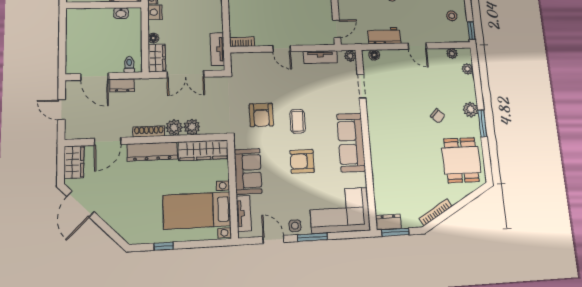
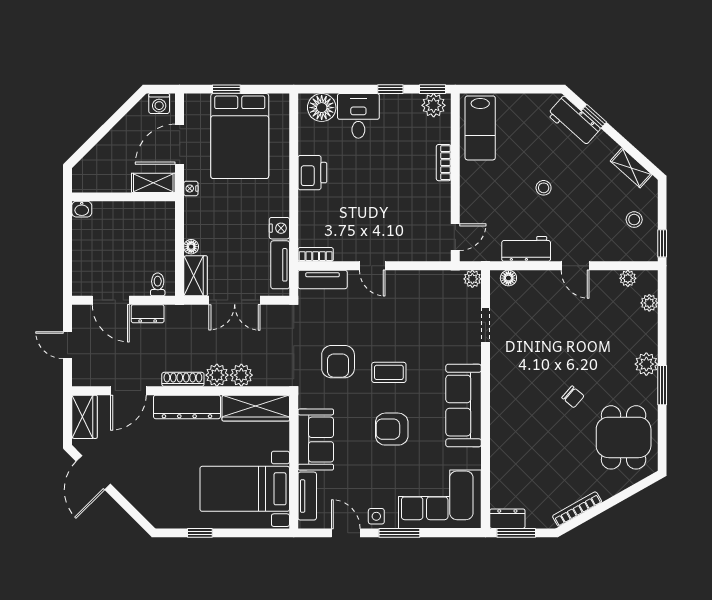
nightstand: (155, 12) -> (279, 228), moved, turned 180
washbasin: (121, 13) -> (82, 209), moved
tv unit: (320, 57) -> (323, 279), moved
chair: (438, 116) -> (573, 397), moved
coffee table: (298, 121) -> (389, 372), turned 90

